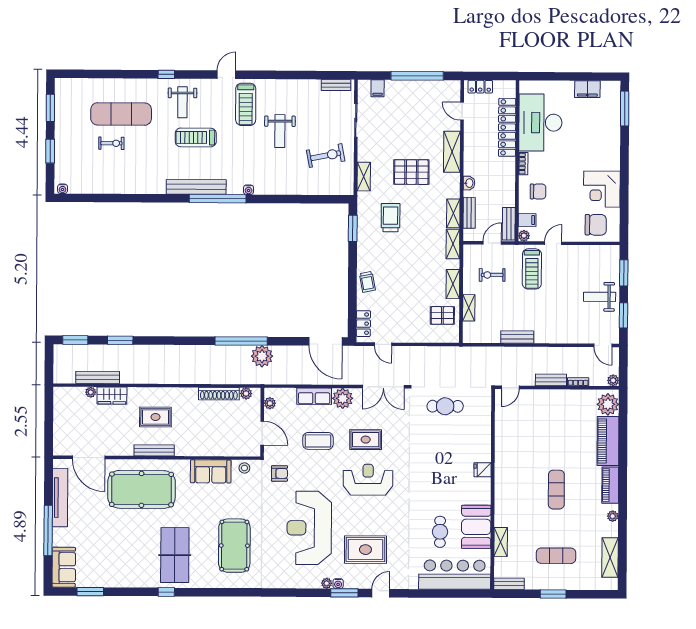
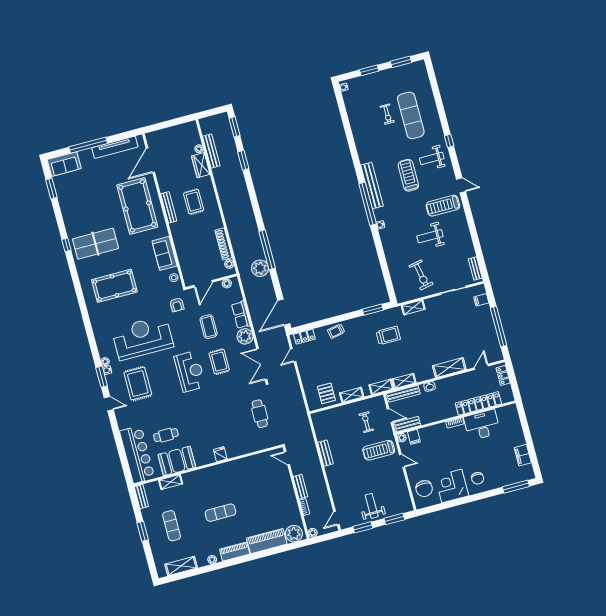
desk: (540, 123) -> (482, 425), width x0.73, depth x0.77
pallet: (411, 172) -> (426, 342), removed
chair: (538, 191) -> (478, 478), moved
bench: (469, 213) -> (403, 394), width x1.36
shelving: (469, 308) -> (337, 411), removed

